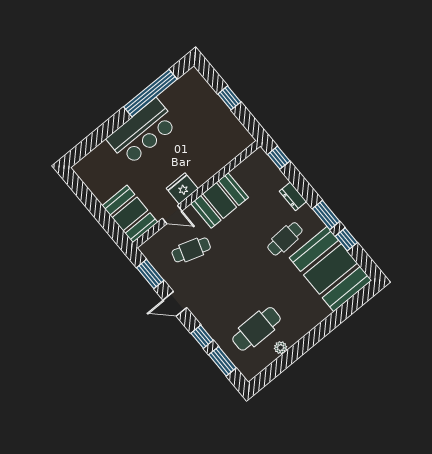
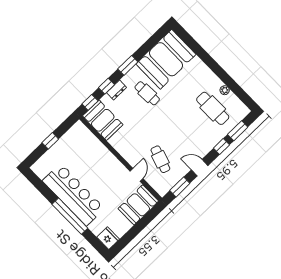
window: (150, 93) -> (70, 216), moved
bar counter: (142, 132) -> (73, 195), width x1.36
fridge: (182, 188) -> (108, 238), moved, turned 180
booth: (220, 200) -> (103, 120), moved
window: (346, 239) -> (106, 86), moved
door: (175, 304) -> (200, 168), swing flipped

